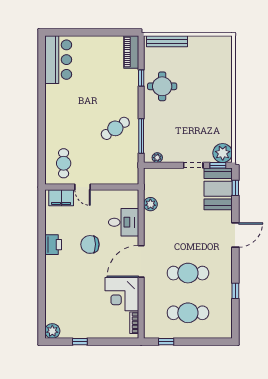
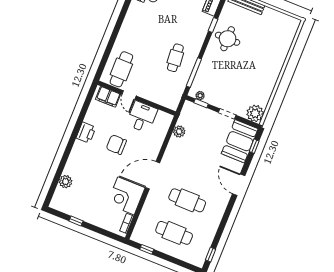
cafe table: (115, 128) -> (175, 58), turned -61
cafe table: (64, 163) -> (121, 69), width x1.37, depth x1.35
window: (218, 165) -> (201, 103), moved
desk: (124, 222) -> (142, 117), moved, turned -90
door: (235, 235) -> (239, 185), swing flipped
window: (235, 291) -> (211, 255), moved
plant: (52, 331) -> (66, 182), moved

